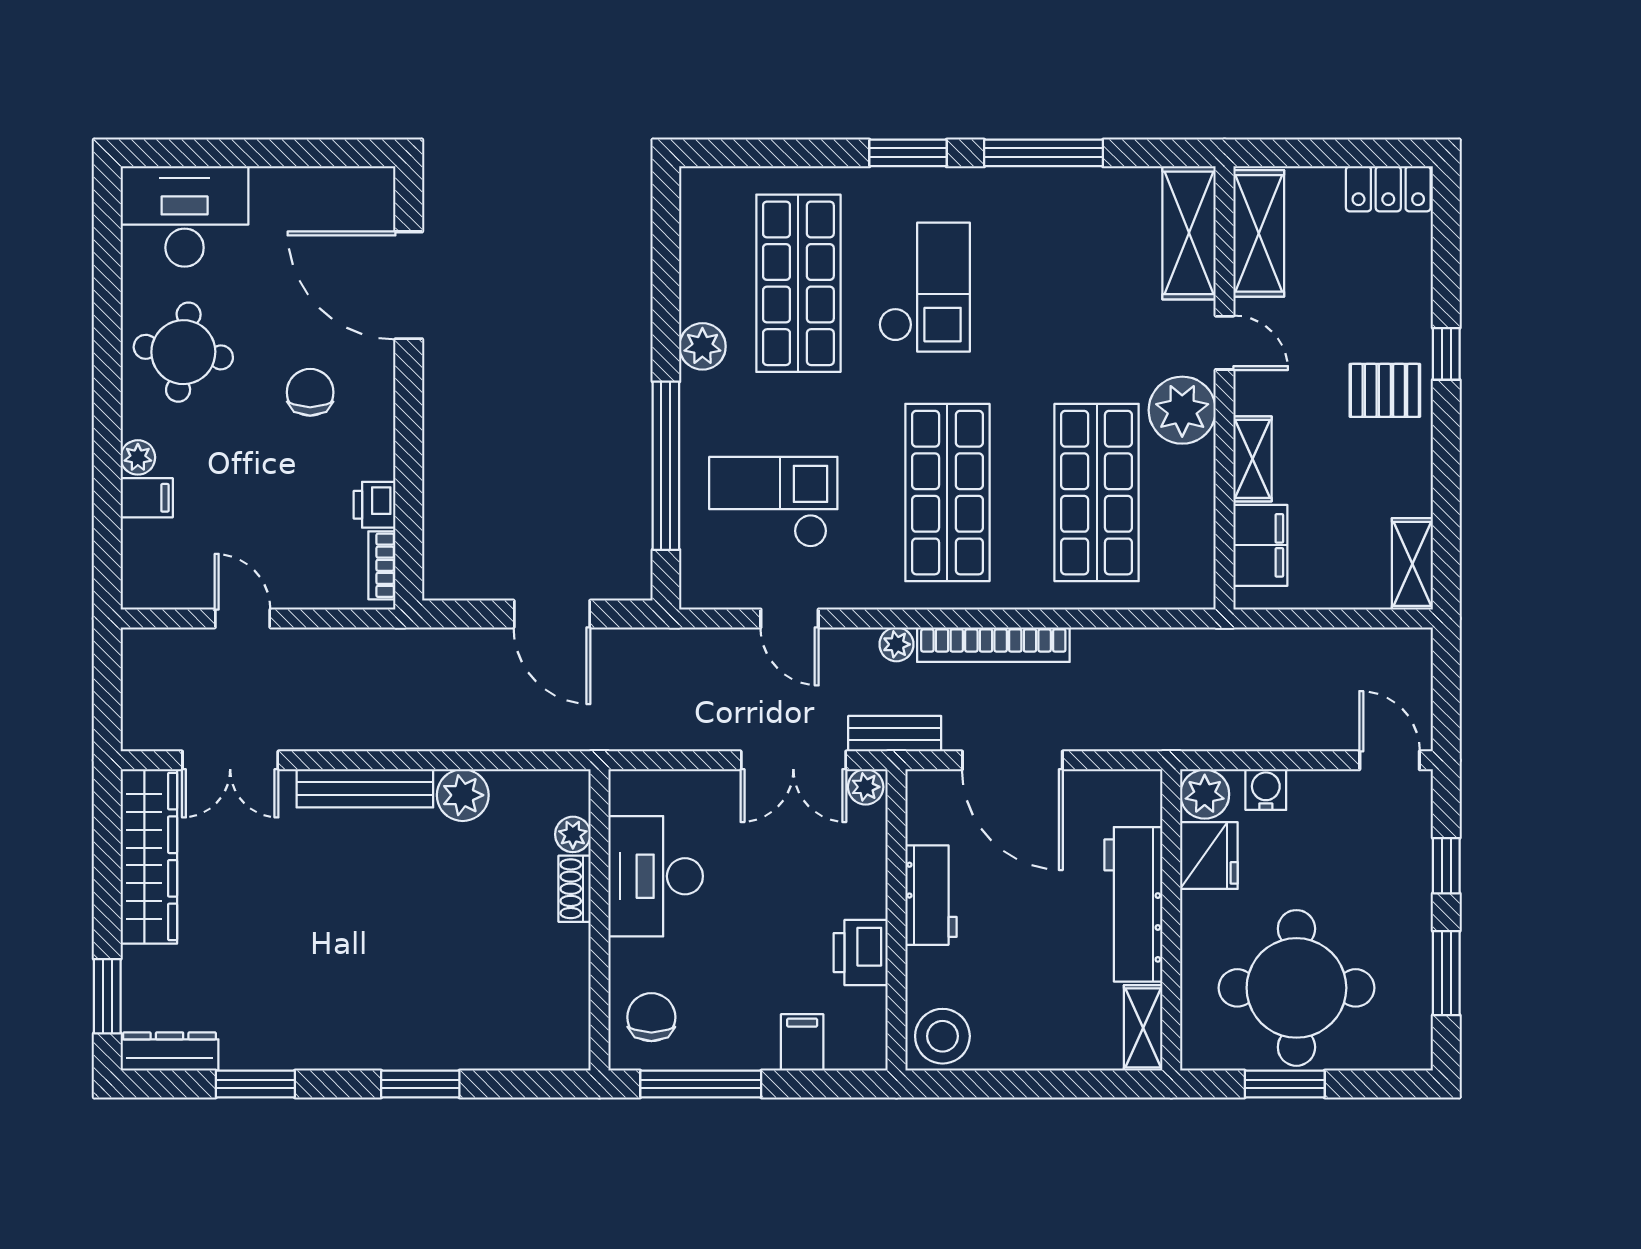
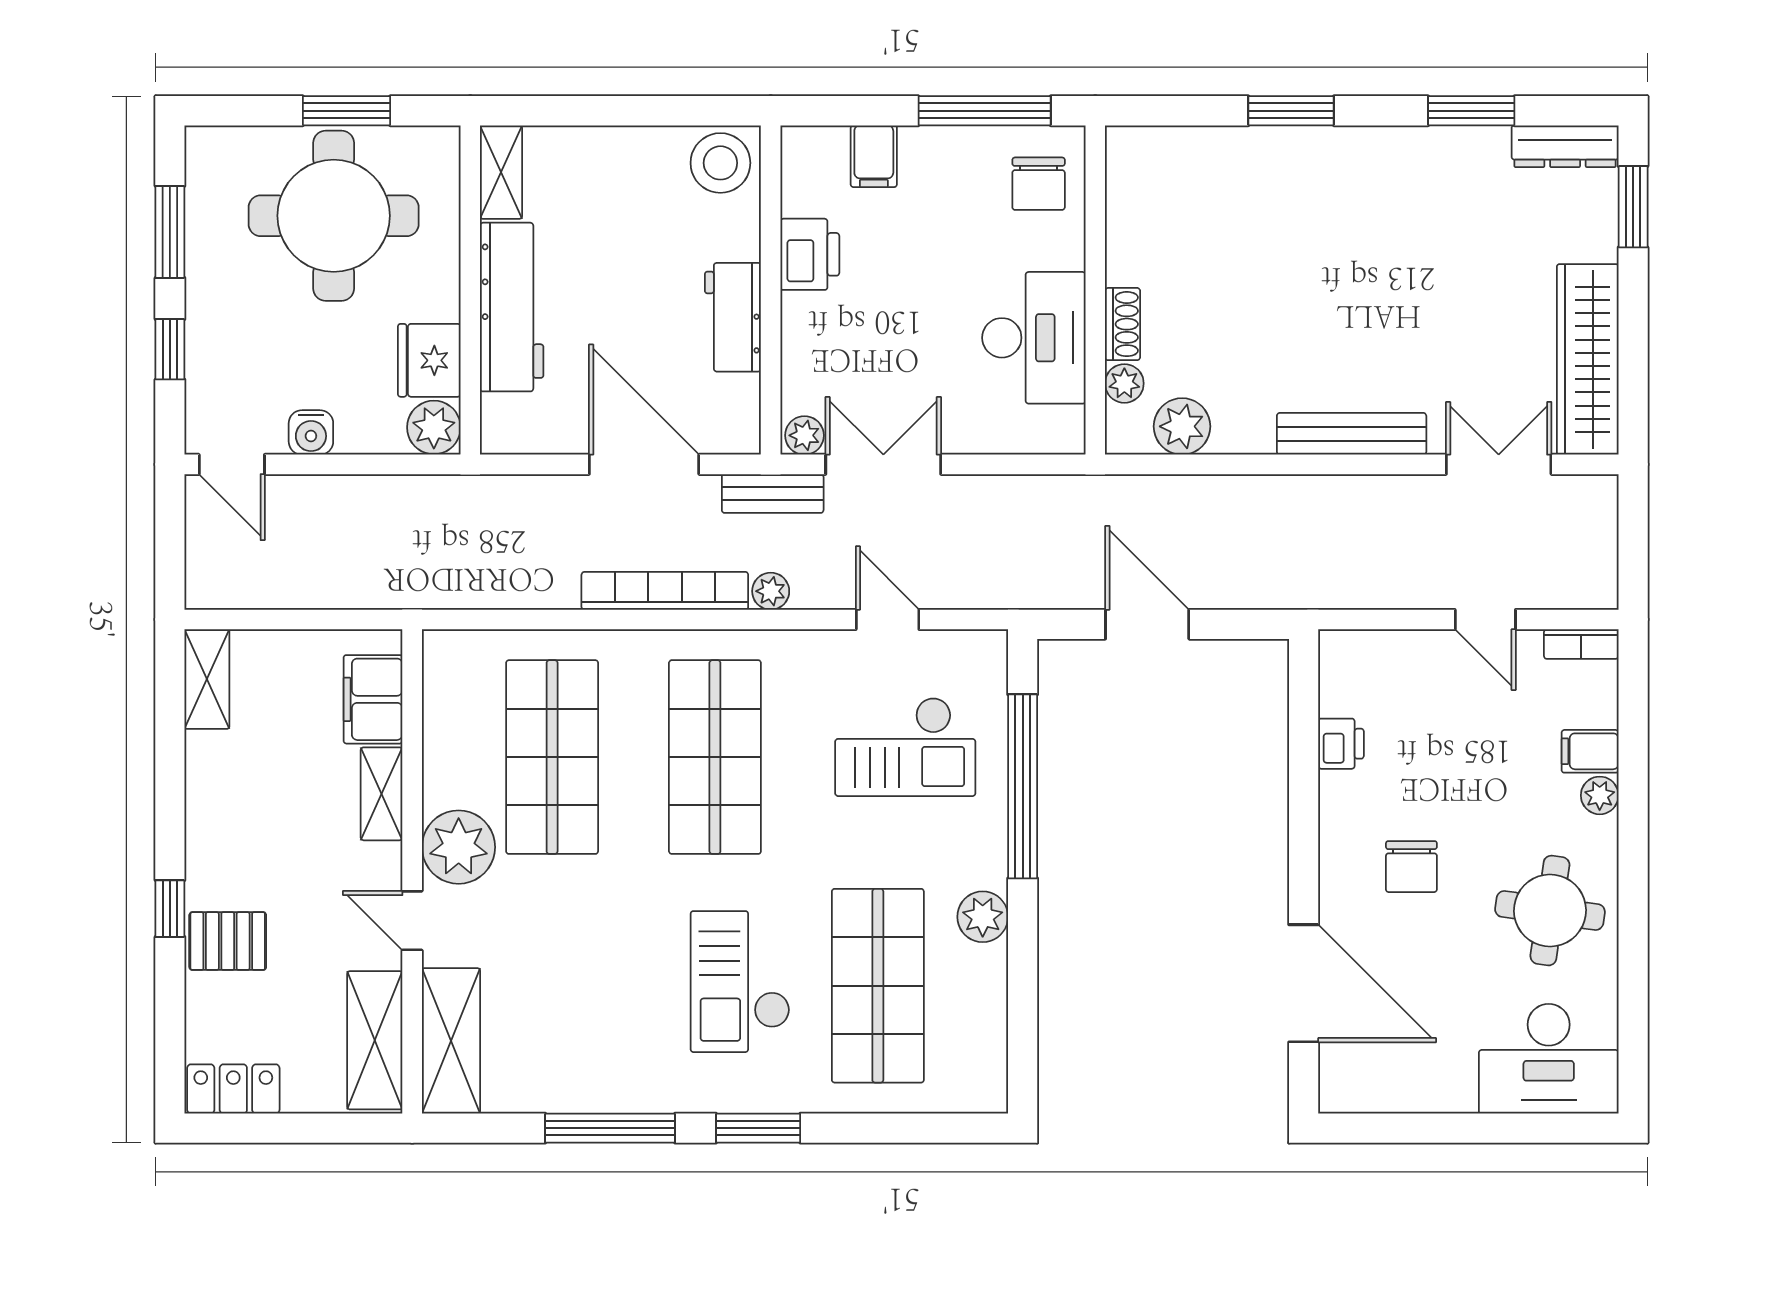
pallet: (1385, 390) -> (228, 941), moved
bookcase: (382, 565) -> (1581, 644), moved, turned 90
water cooler: (1266, 790) -> (311, 432), moved
plant: (463, 795) -> (1182, 426), moved

